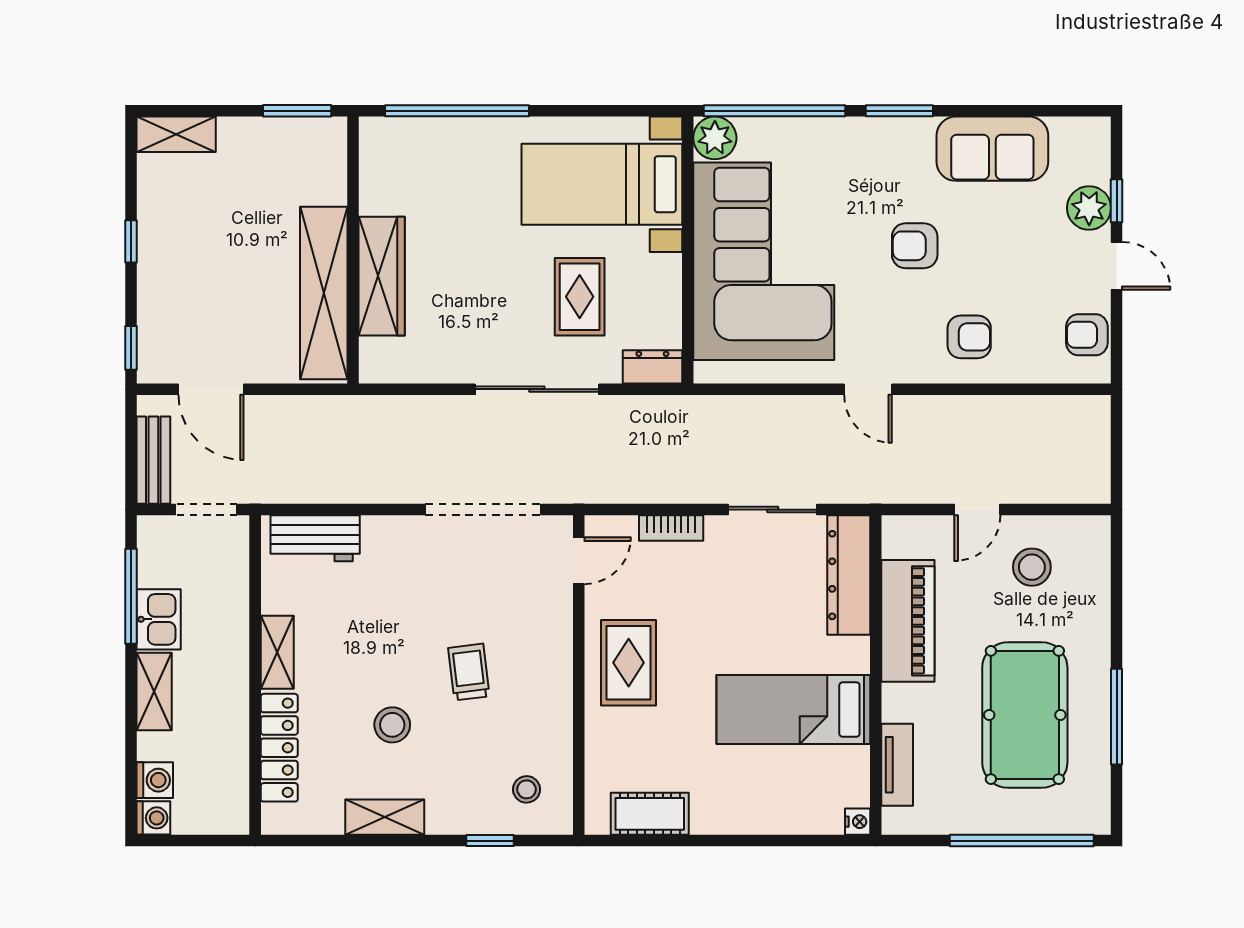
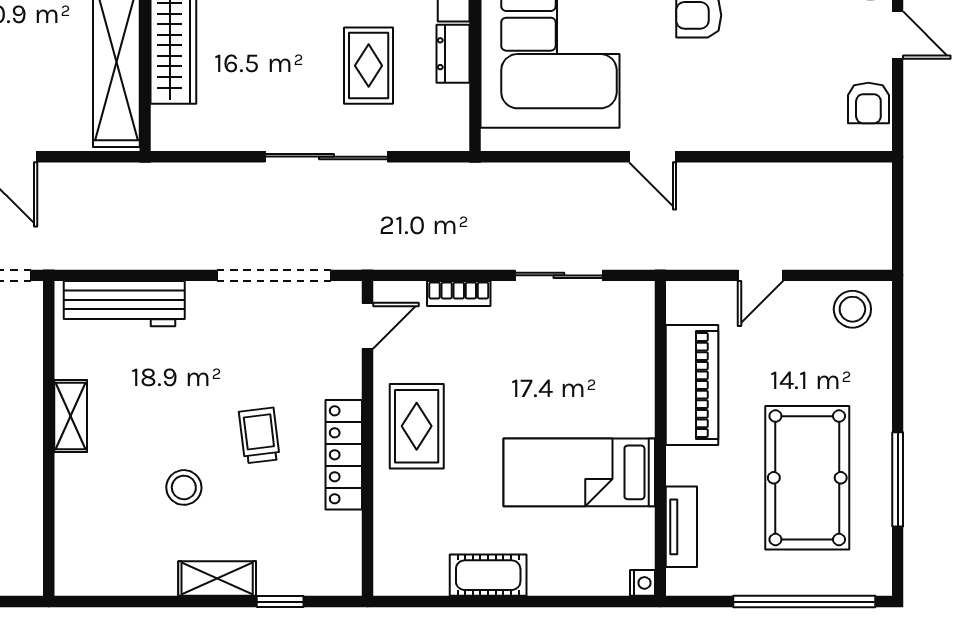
armchair: (1087, 335) -> (868, 103), turned -90
armchair: (969, 337) -> (752, 105), removed
dresser: (652, 367) -> (453, 54), moved, turned -90
workbench: (315, 538) -> (124, 304), width x1.38
stool: (1032, 567) -> (852, 309), moved
dresser: (849, 575) -> (634, 340), removed
locker: (279, 748) -> (344, 455), moved, turned 180
stool: (527, 789) -> (316, 551), removed
cot: (650, 814) -> (488, 575), moved
shelving: (385, 817) -> (217, 579), moved

